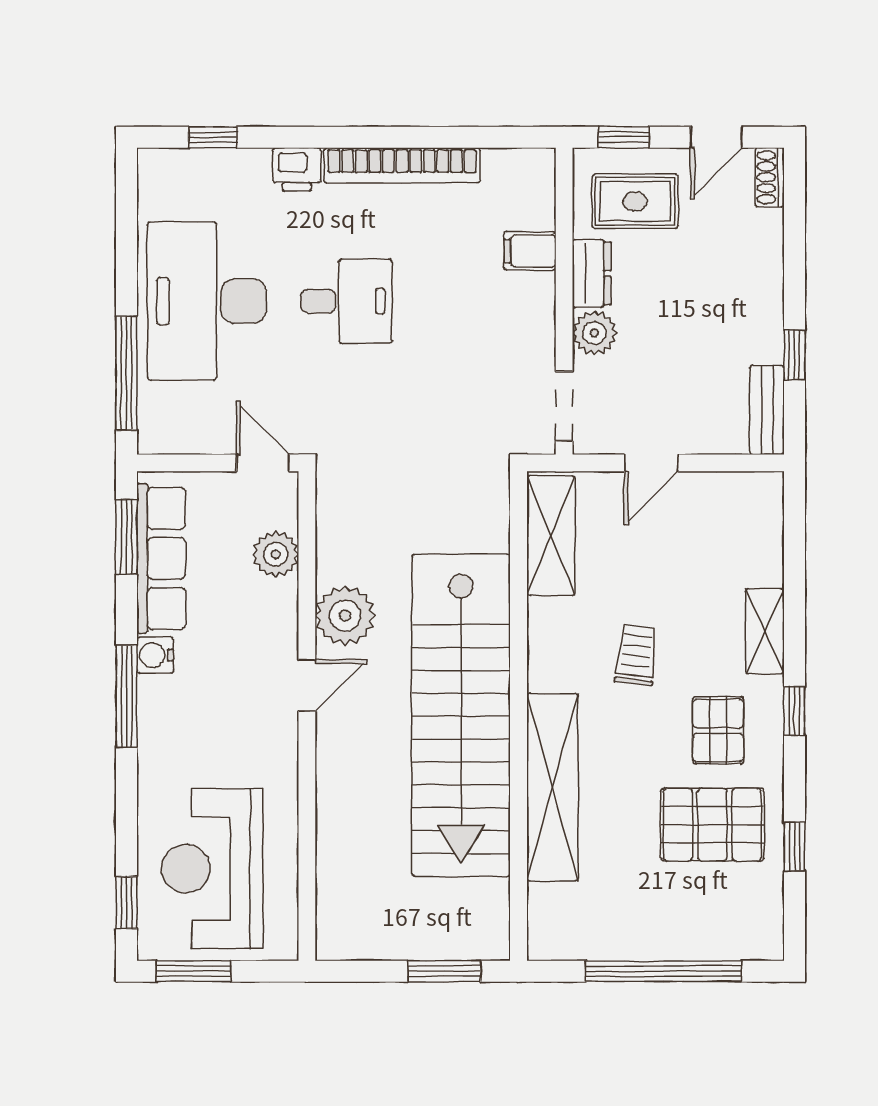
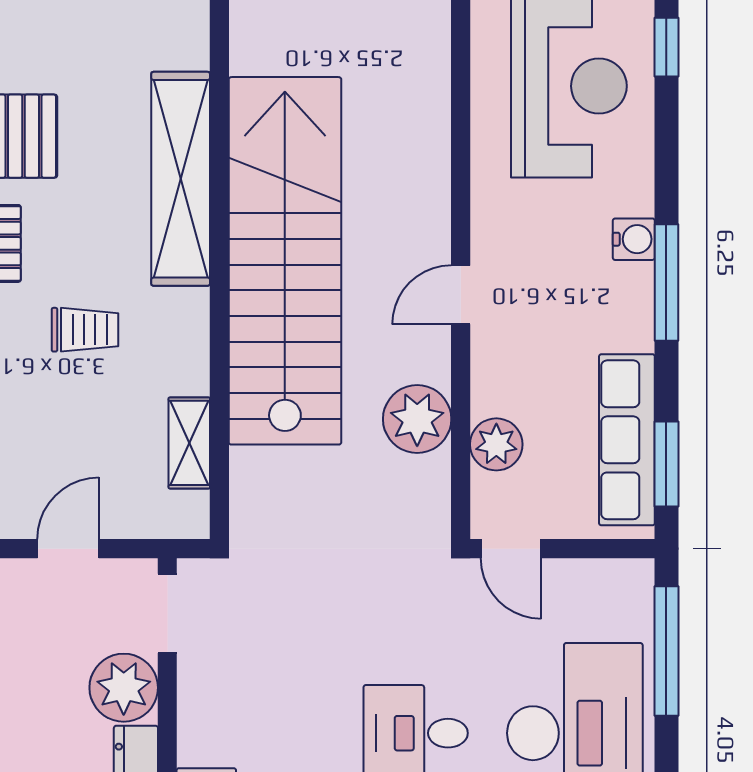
plant: (594, 333) -> (124, 688), width x1.36, depth x1.36
shelving: (551, 536) -> (189, 443), width x0.67, depth x0.75
plant: (345, 616) -> (417, 419), moved
water cooler: (155, 655) -> (634, 239), moved
trolley: (636, 655) -> (85, 330), turned -96

